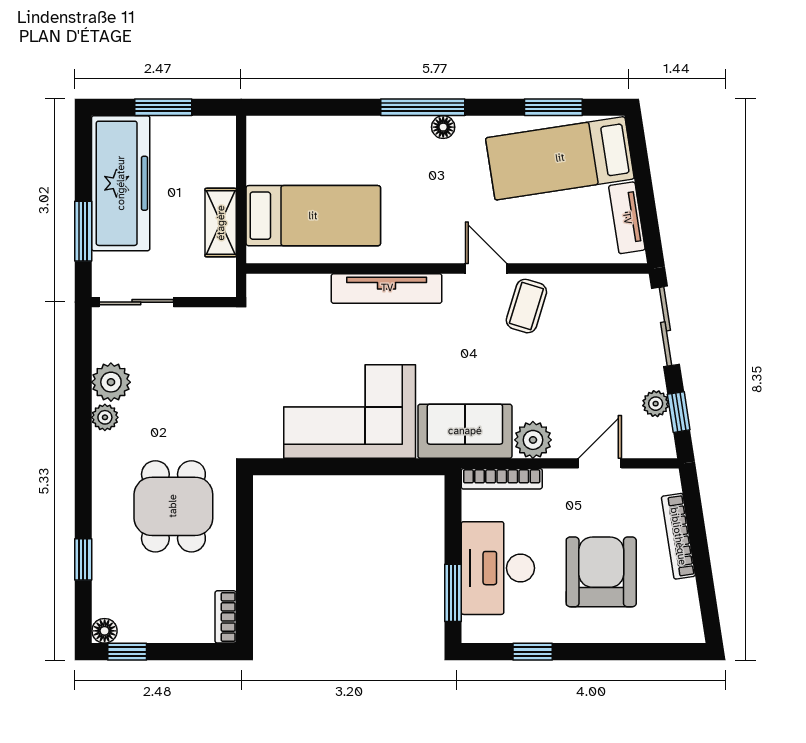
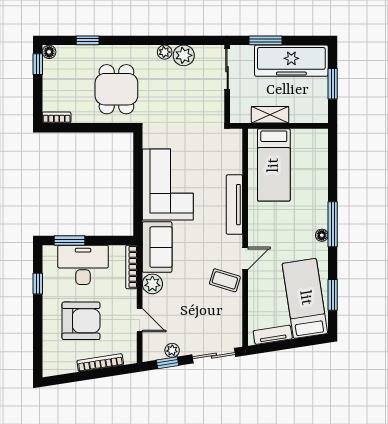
dining table: (173, 506) -> (116, 89), turned 90

